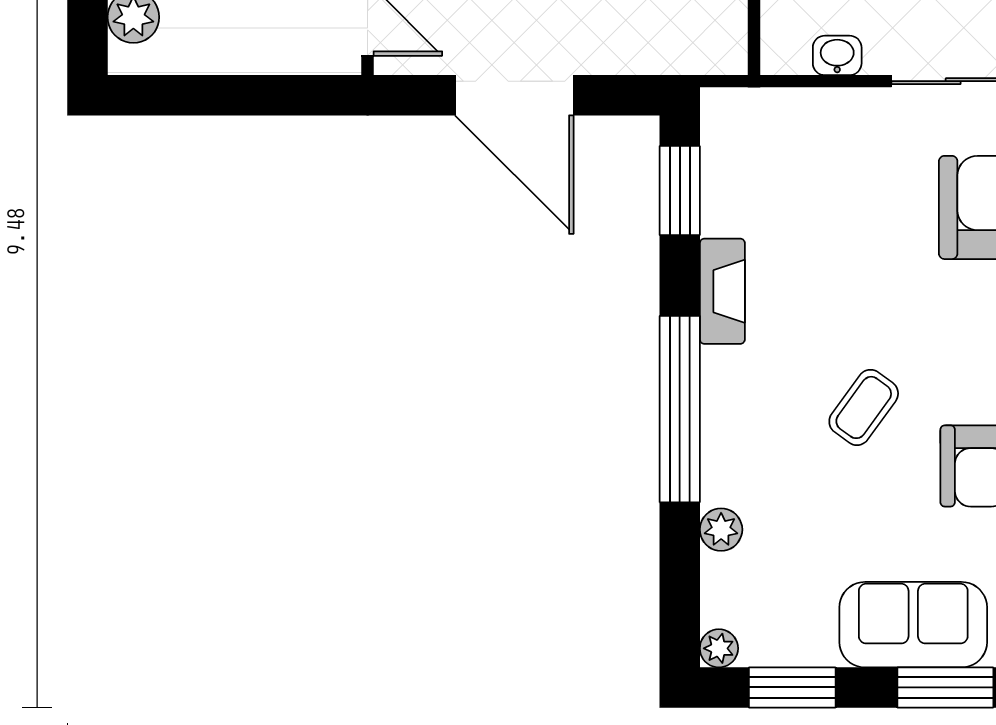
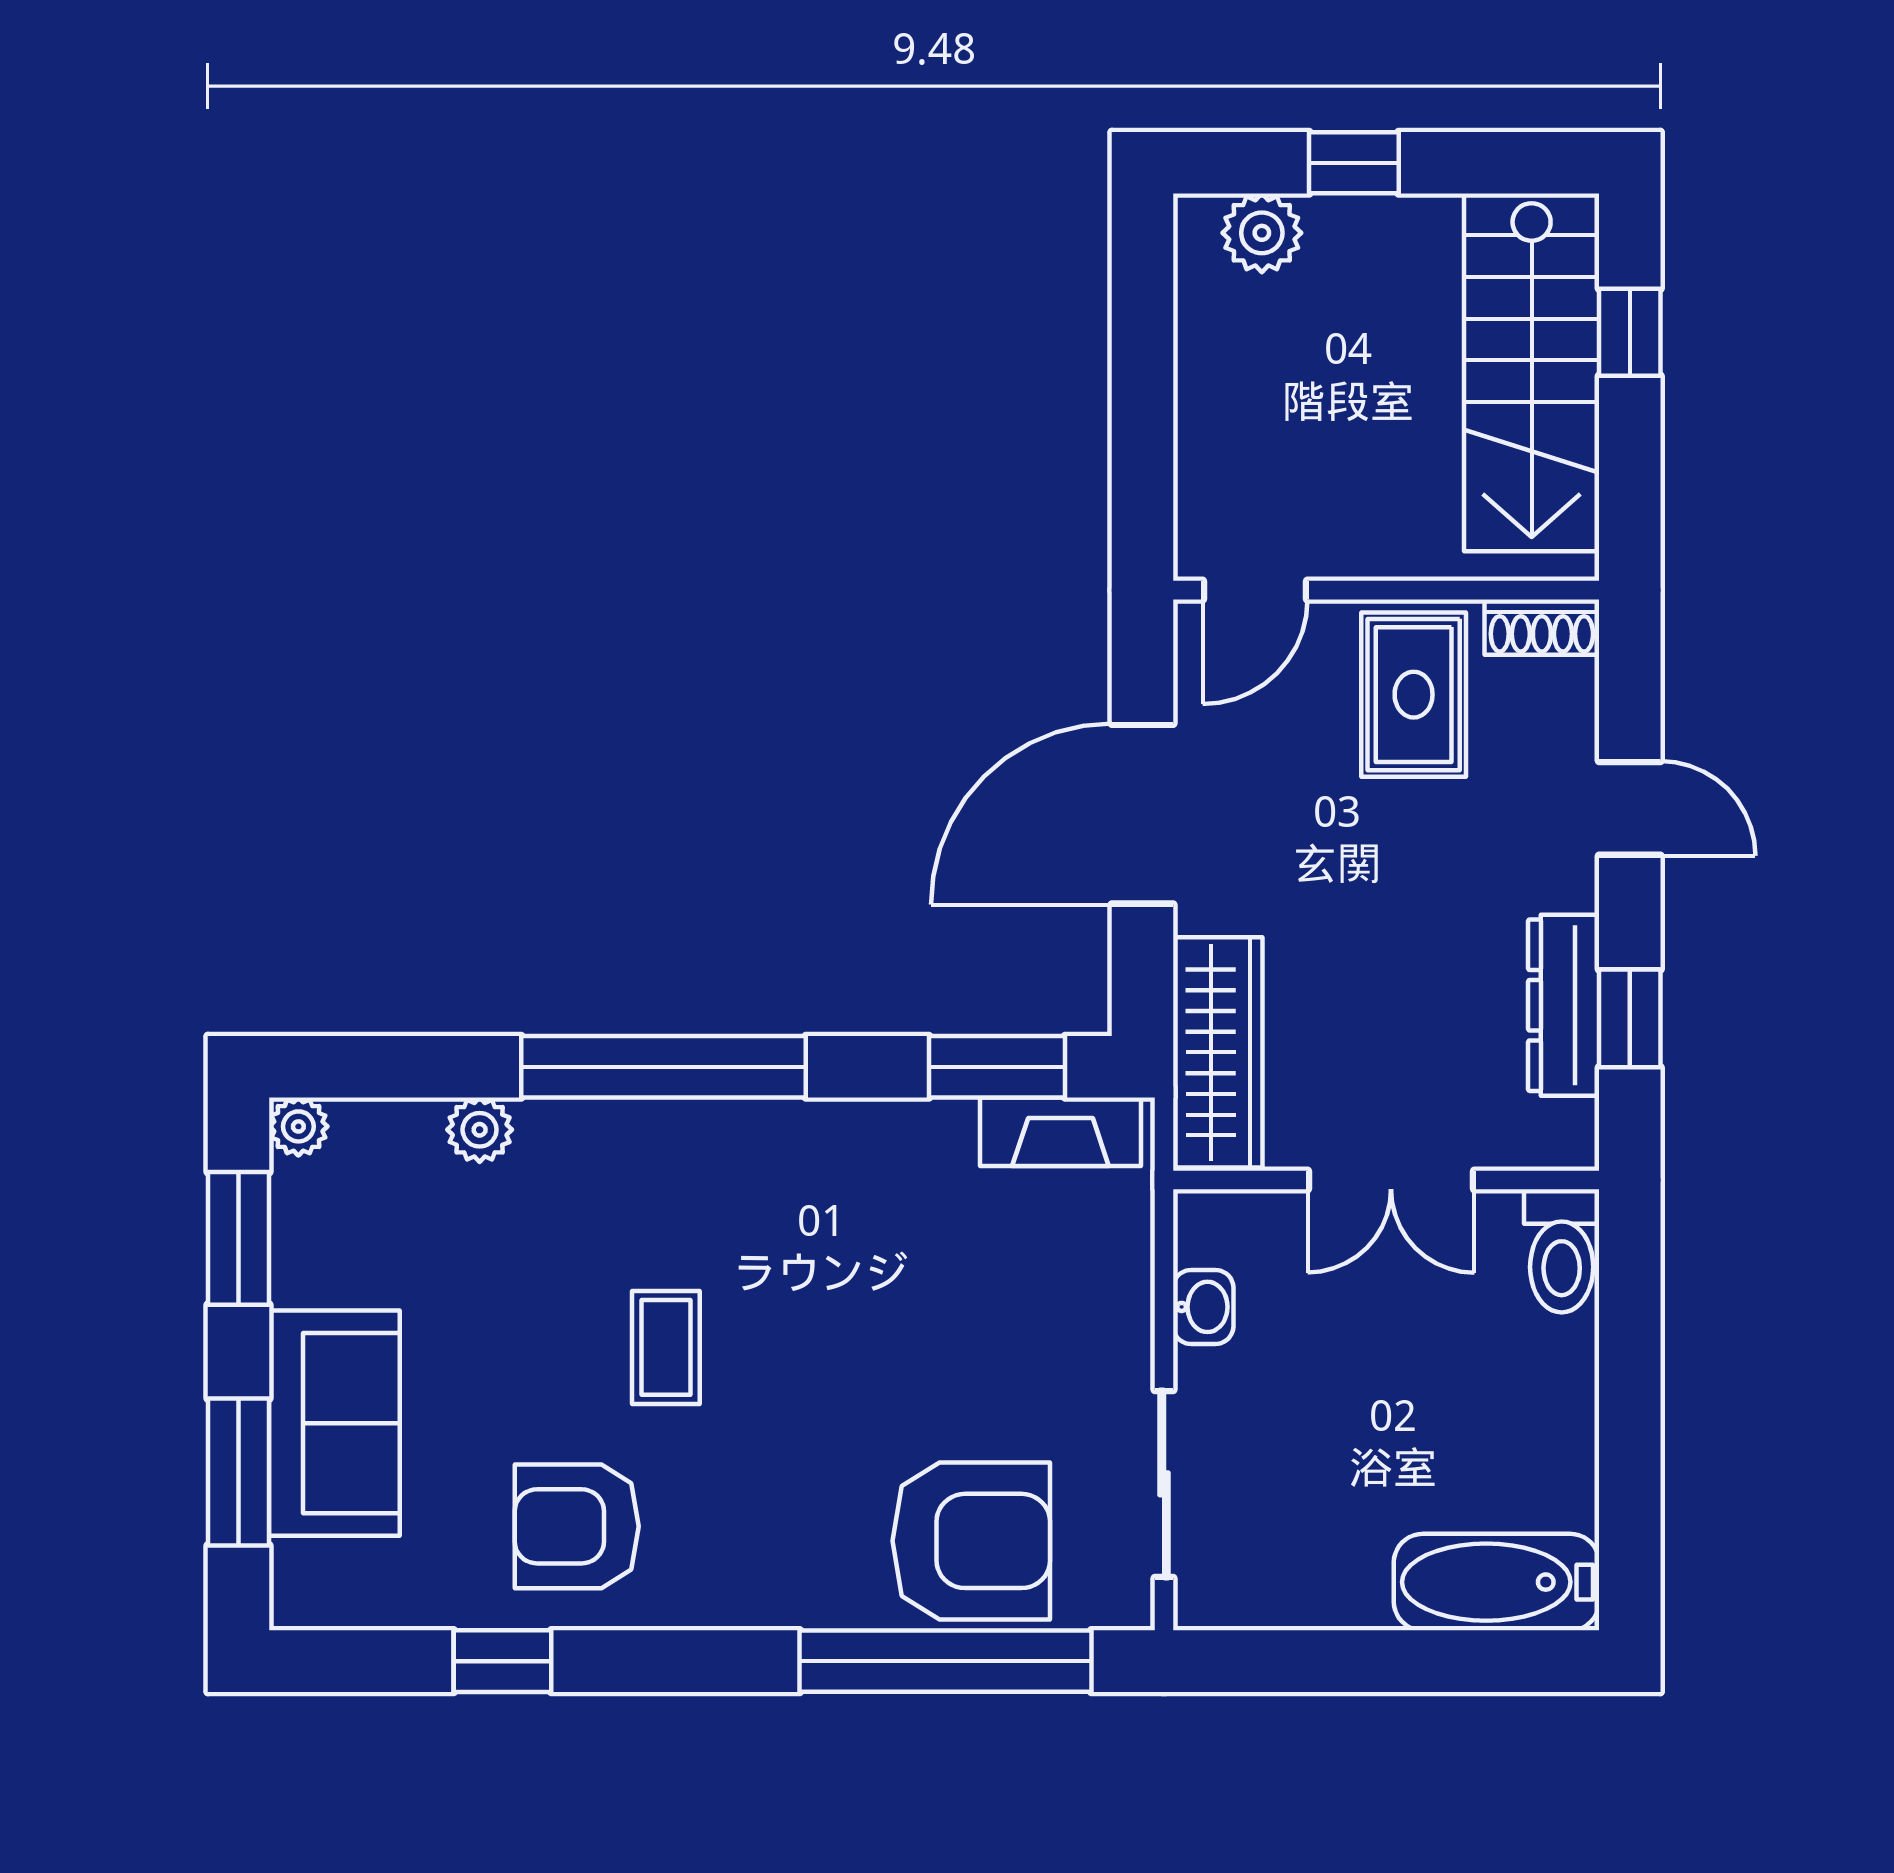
wardrobe: (670, 46) -> (1218, 1052), added
fireplace: (722, 291) -> (1060, 1132), moved
coffee table: (864, 407) -> (666, 1347), turned 54

